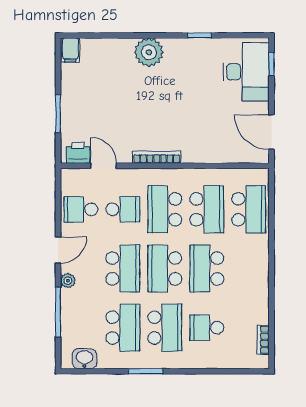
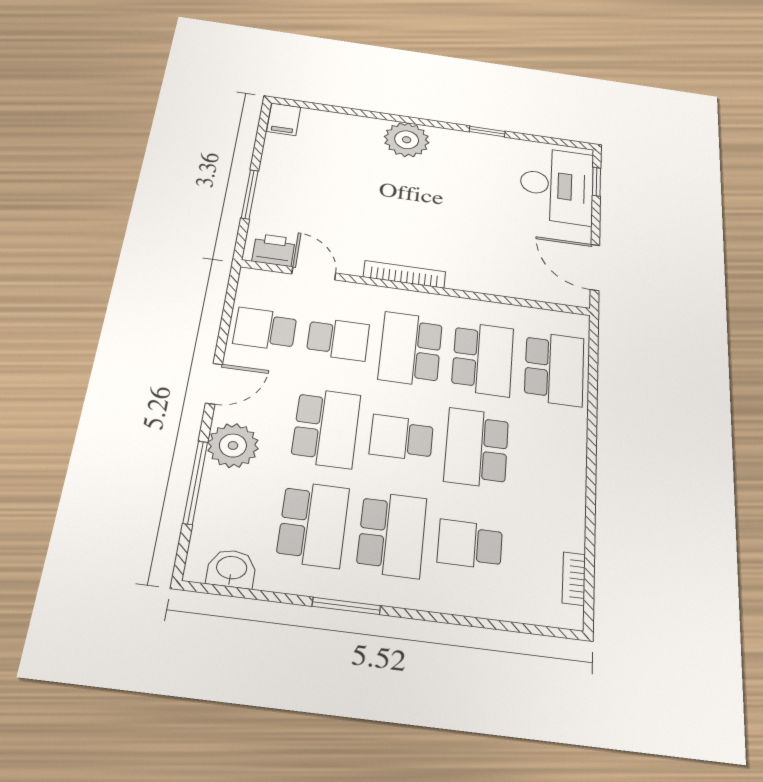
school desk: (165, 268) -> (401, 438), width x0.54
plant: (68, 281) -> (233, 445), width x1.88, depth x1.88

